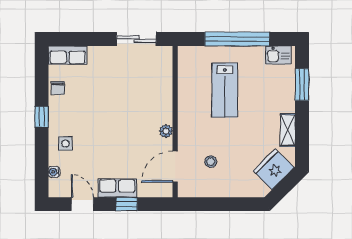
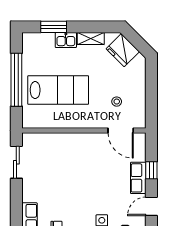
kitchen sink: (278, 55) -> (66, 40), moved, turned 90
lab bench: (225, 90) -> (58, 90), width x1.36, depth x1.39
plant: (166, 131) -> (92, 138), removed

